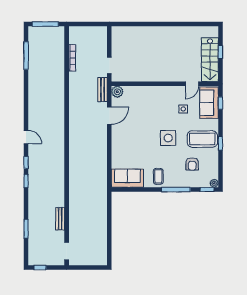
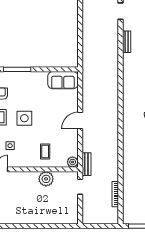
plant: (145, 74) -> (46, 179), added
door: (109, 116) -> (80, 120), moved
coffee table: (158, 176) -> (45, 151), moved

